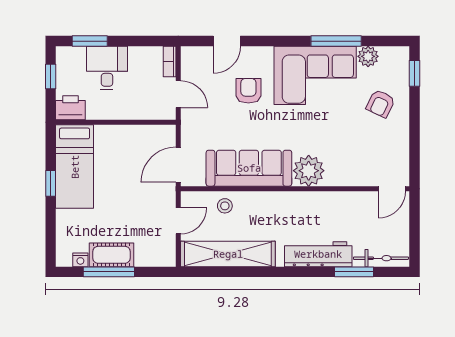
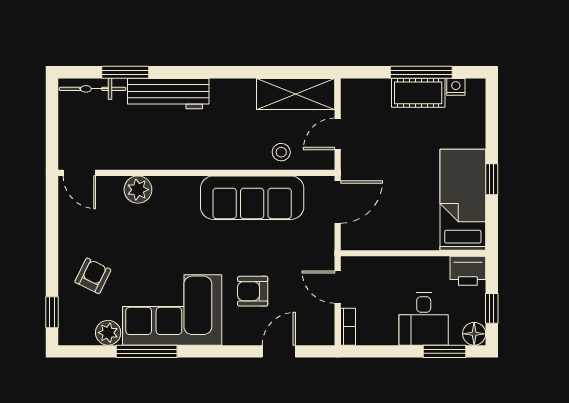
floor lamp: (65, 56) -> (474, 334), added
armchair: (248, 91) -> (253, 291), turned 90
plant: (309, 171) -> (138, 190), moved, width x0.73, depth x0.73
door: (392, 189) -> (79, 173), swing flipped
shelving: (228, 254) -> (296, 94), width x0.68

